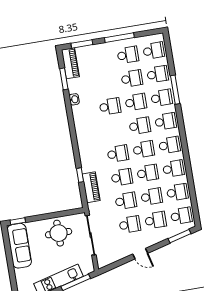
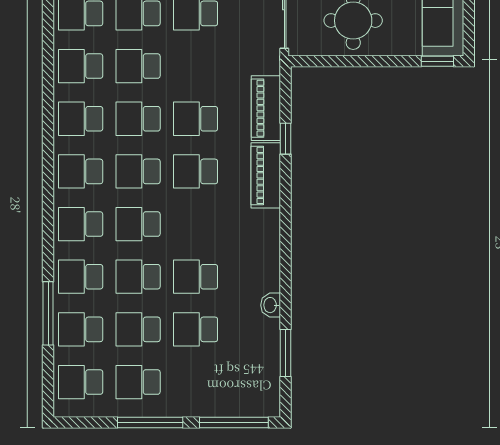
window: (82, 44) -> (234, 423), width x1.44
piano: (70, 63) -> (266, 175), moved
window: (175, 90) -> (48, 313), moved
school desk: (126, 201) -> (196, 329), moved

